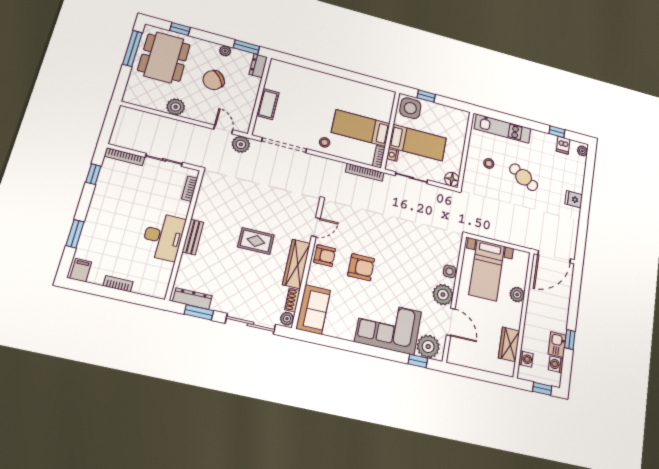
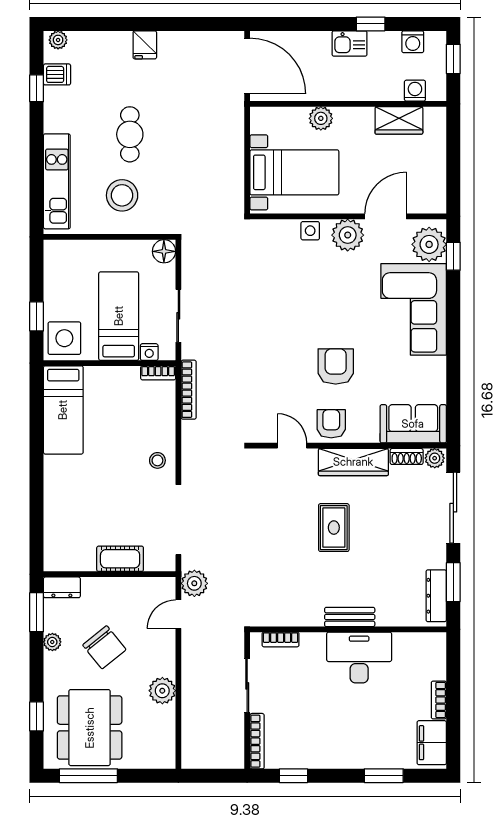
dining table: (164, 58) -> (90, 728), turned 90
bed: (361, 128) -> (63, 410), moved
stool: (489, 163) -> (122, 195), width x1.89, depth x1.89
cafe table: (524, 177) -> (130, 134), turned -31
filing cabinet: (81, 270) -> (432, 743), width x2.00
kitchen sink: (557, 344) -> (350, 44), moved

